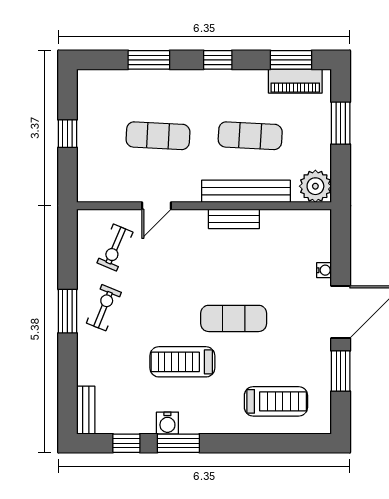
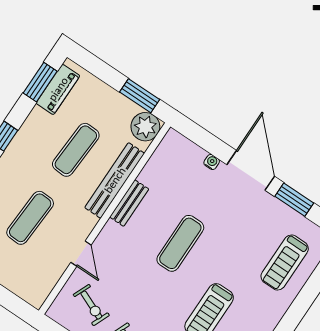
window: (341, 123) -> (140, 96), moved
exercise mat: (234, 318) -> (180, 243), moved
treadmill: (276, 401) -> (285, 262), turned 180

